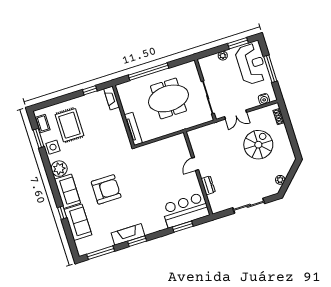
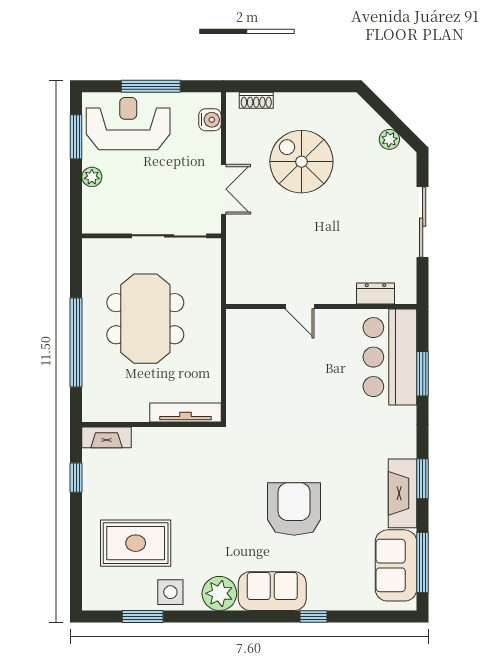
coffee table: (43, 123) -> (114, 598), removed
dresser: (208, 185) -> (375, 294), moved
sofa: (78, 222) -> (396, 565), moved, turned -90

